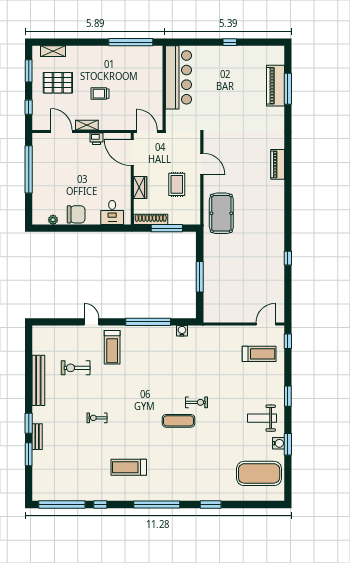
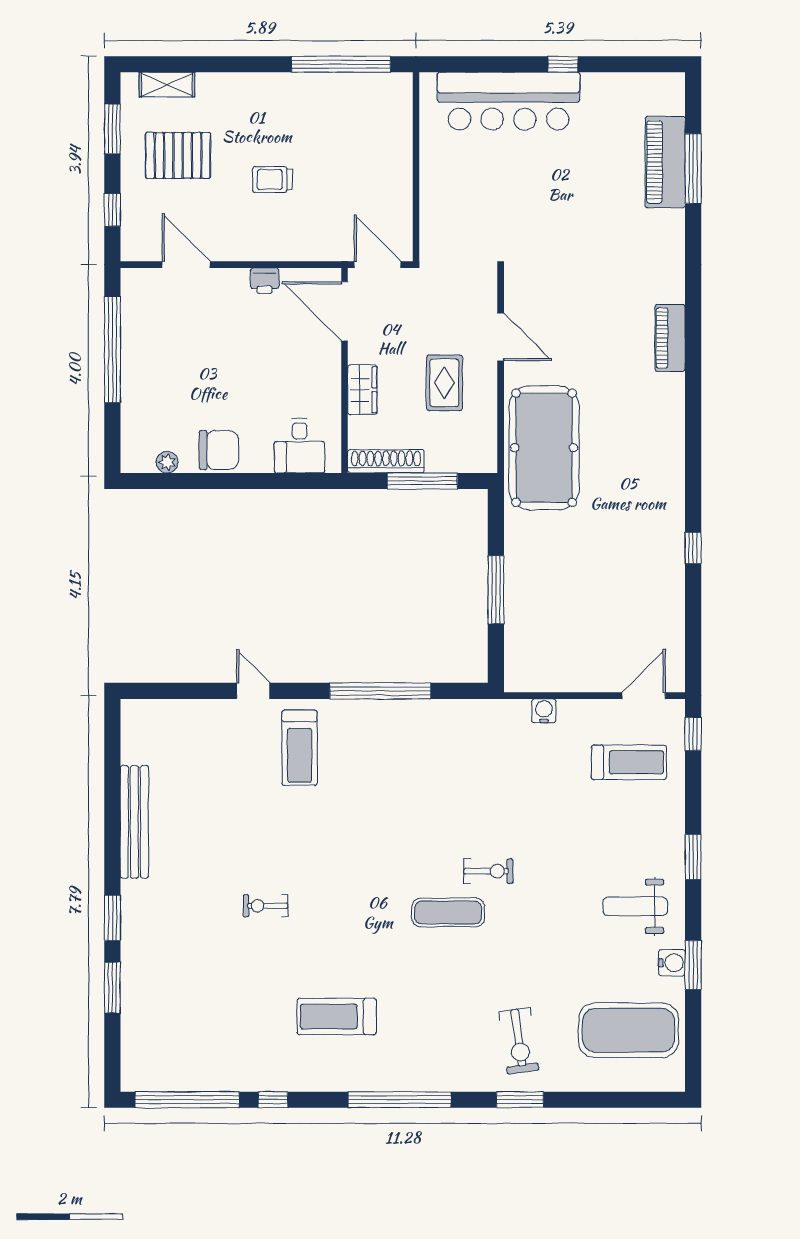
bar counter: (178, 77) -> (509, 101), moved, turned 90
shelving: (87, 125) -> (243, 250), removed
pool table: (221, 213) -> (544, 448), width x1.36, depth x1.32
water cooler: (182, 331) -> (544, 711), moved
exercise bike: (76, 368) -> (519, 1041), moved, turned -98
bench: (37, 437) -> (131, 948), removed

